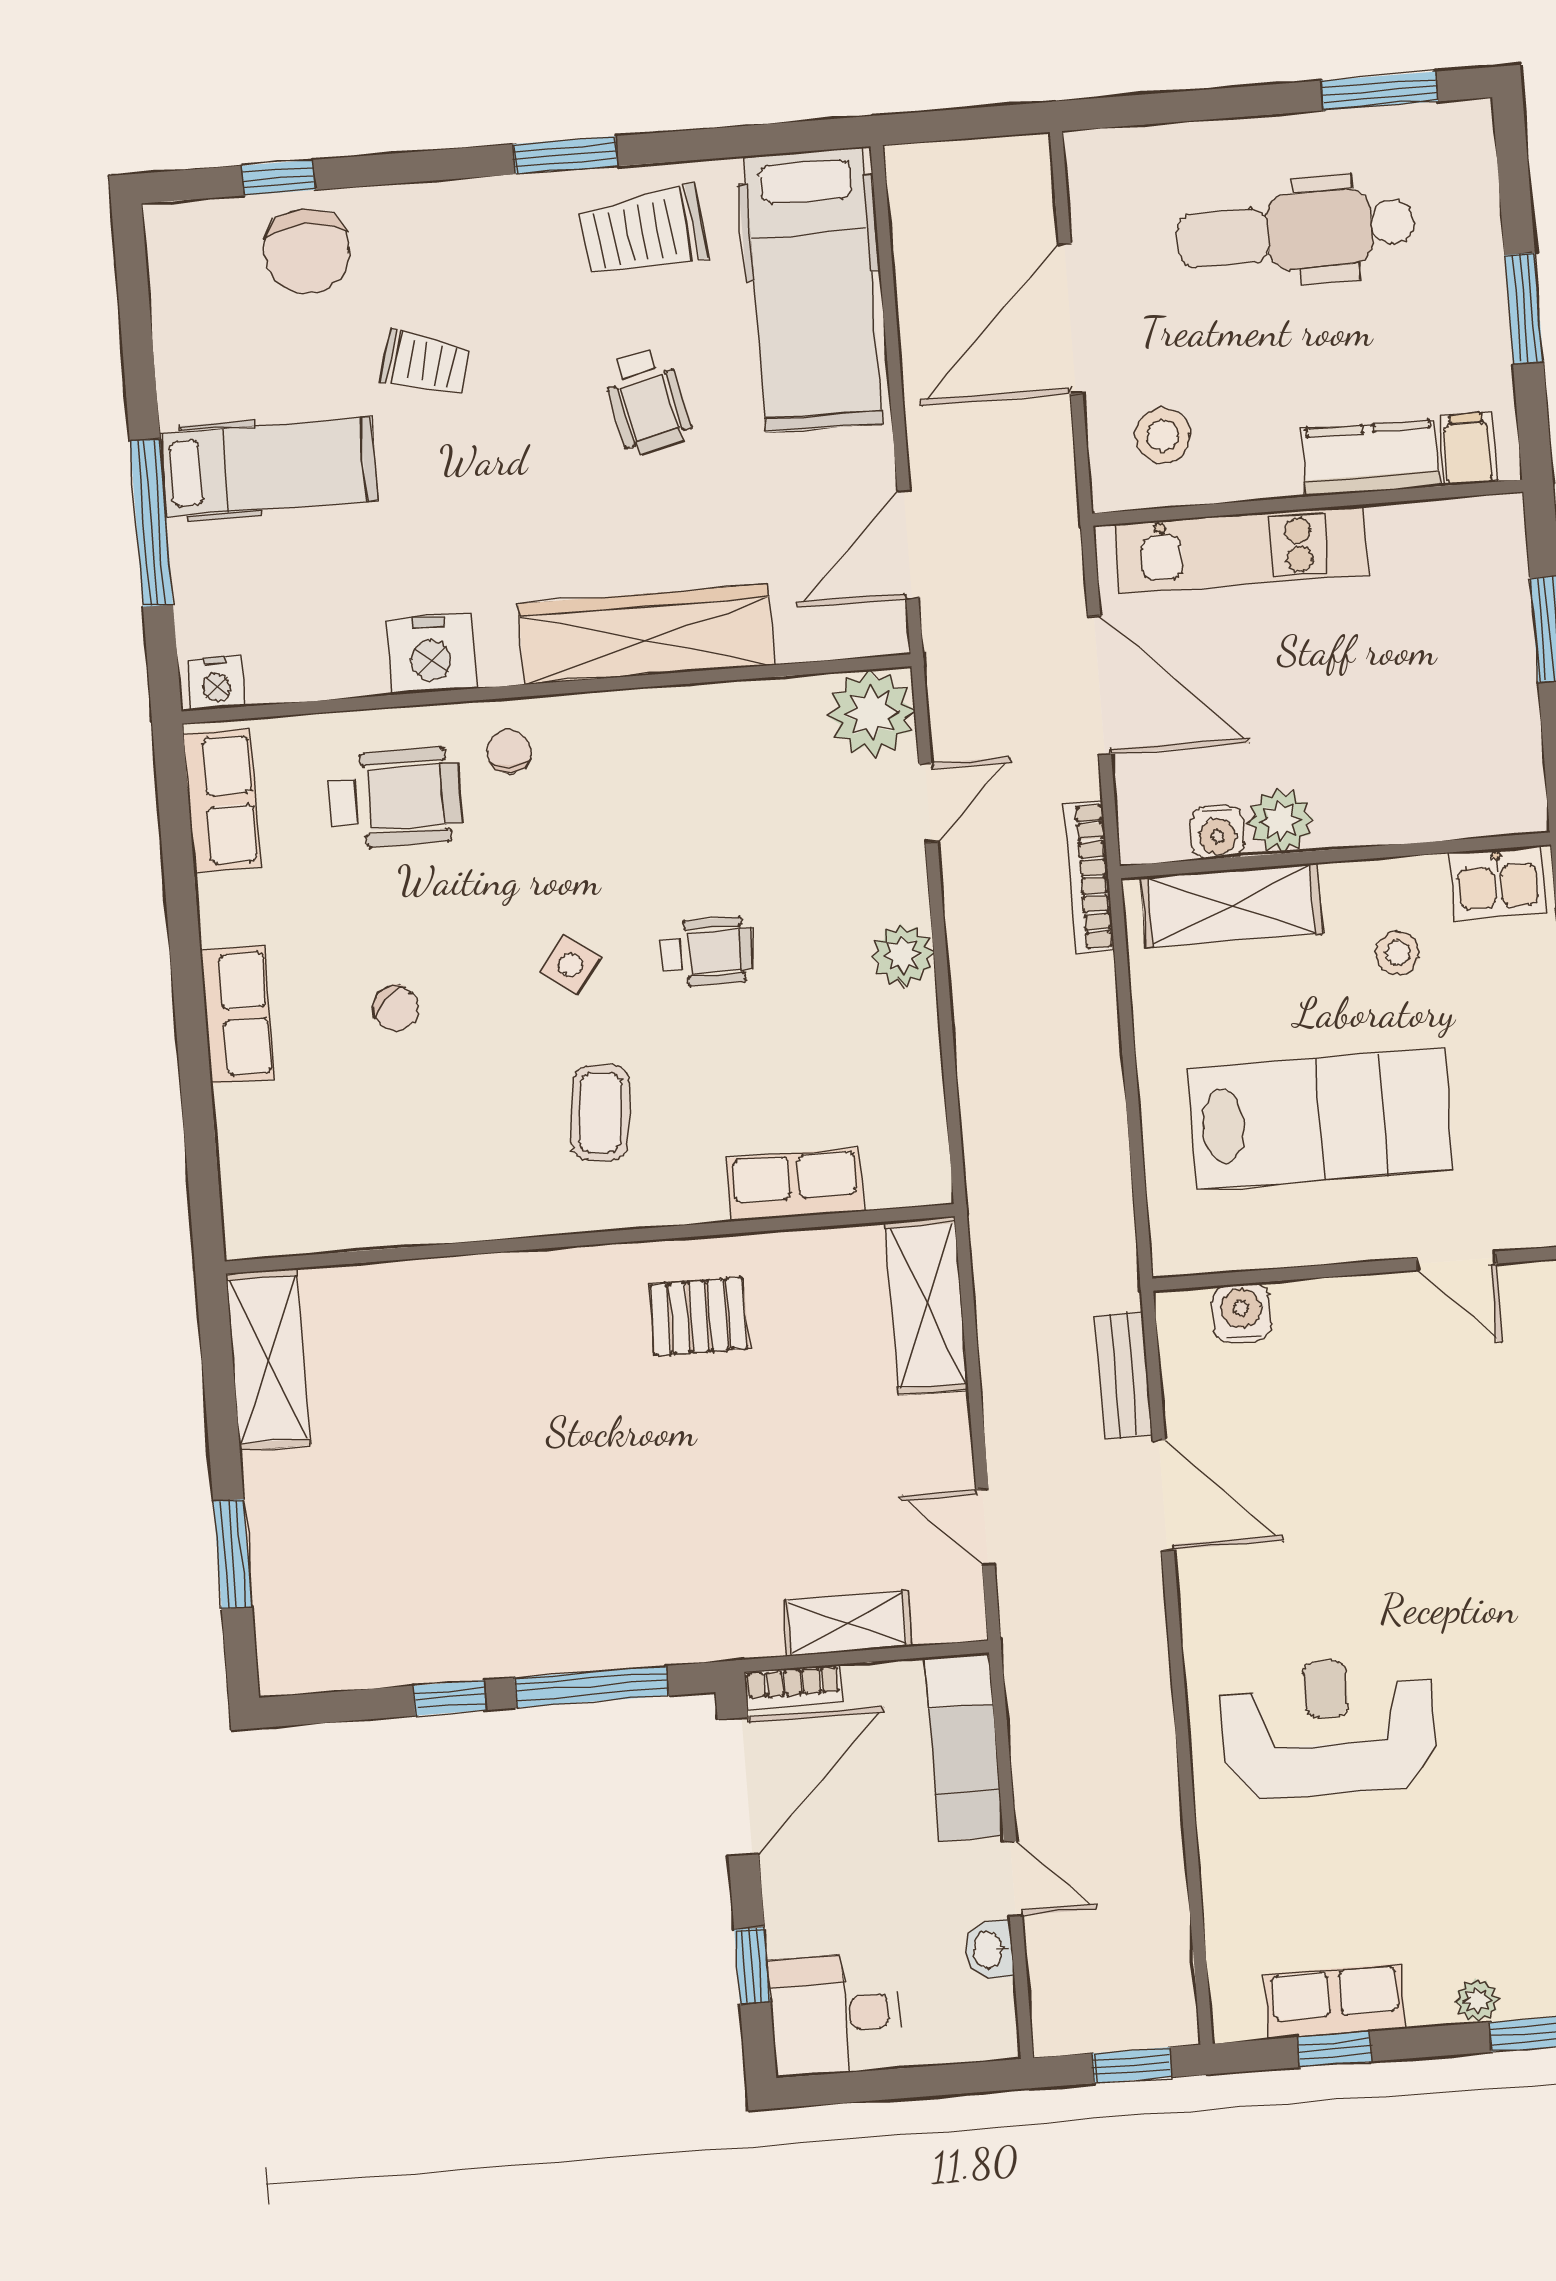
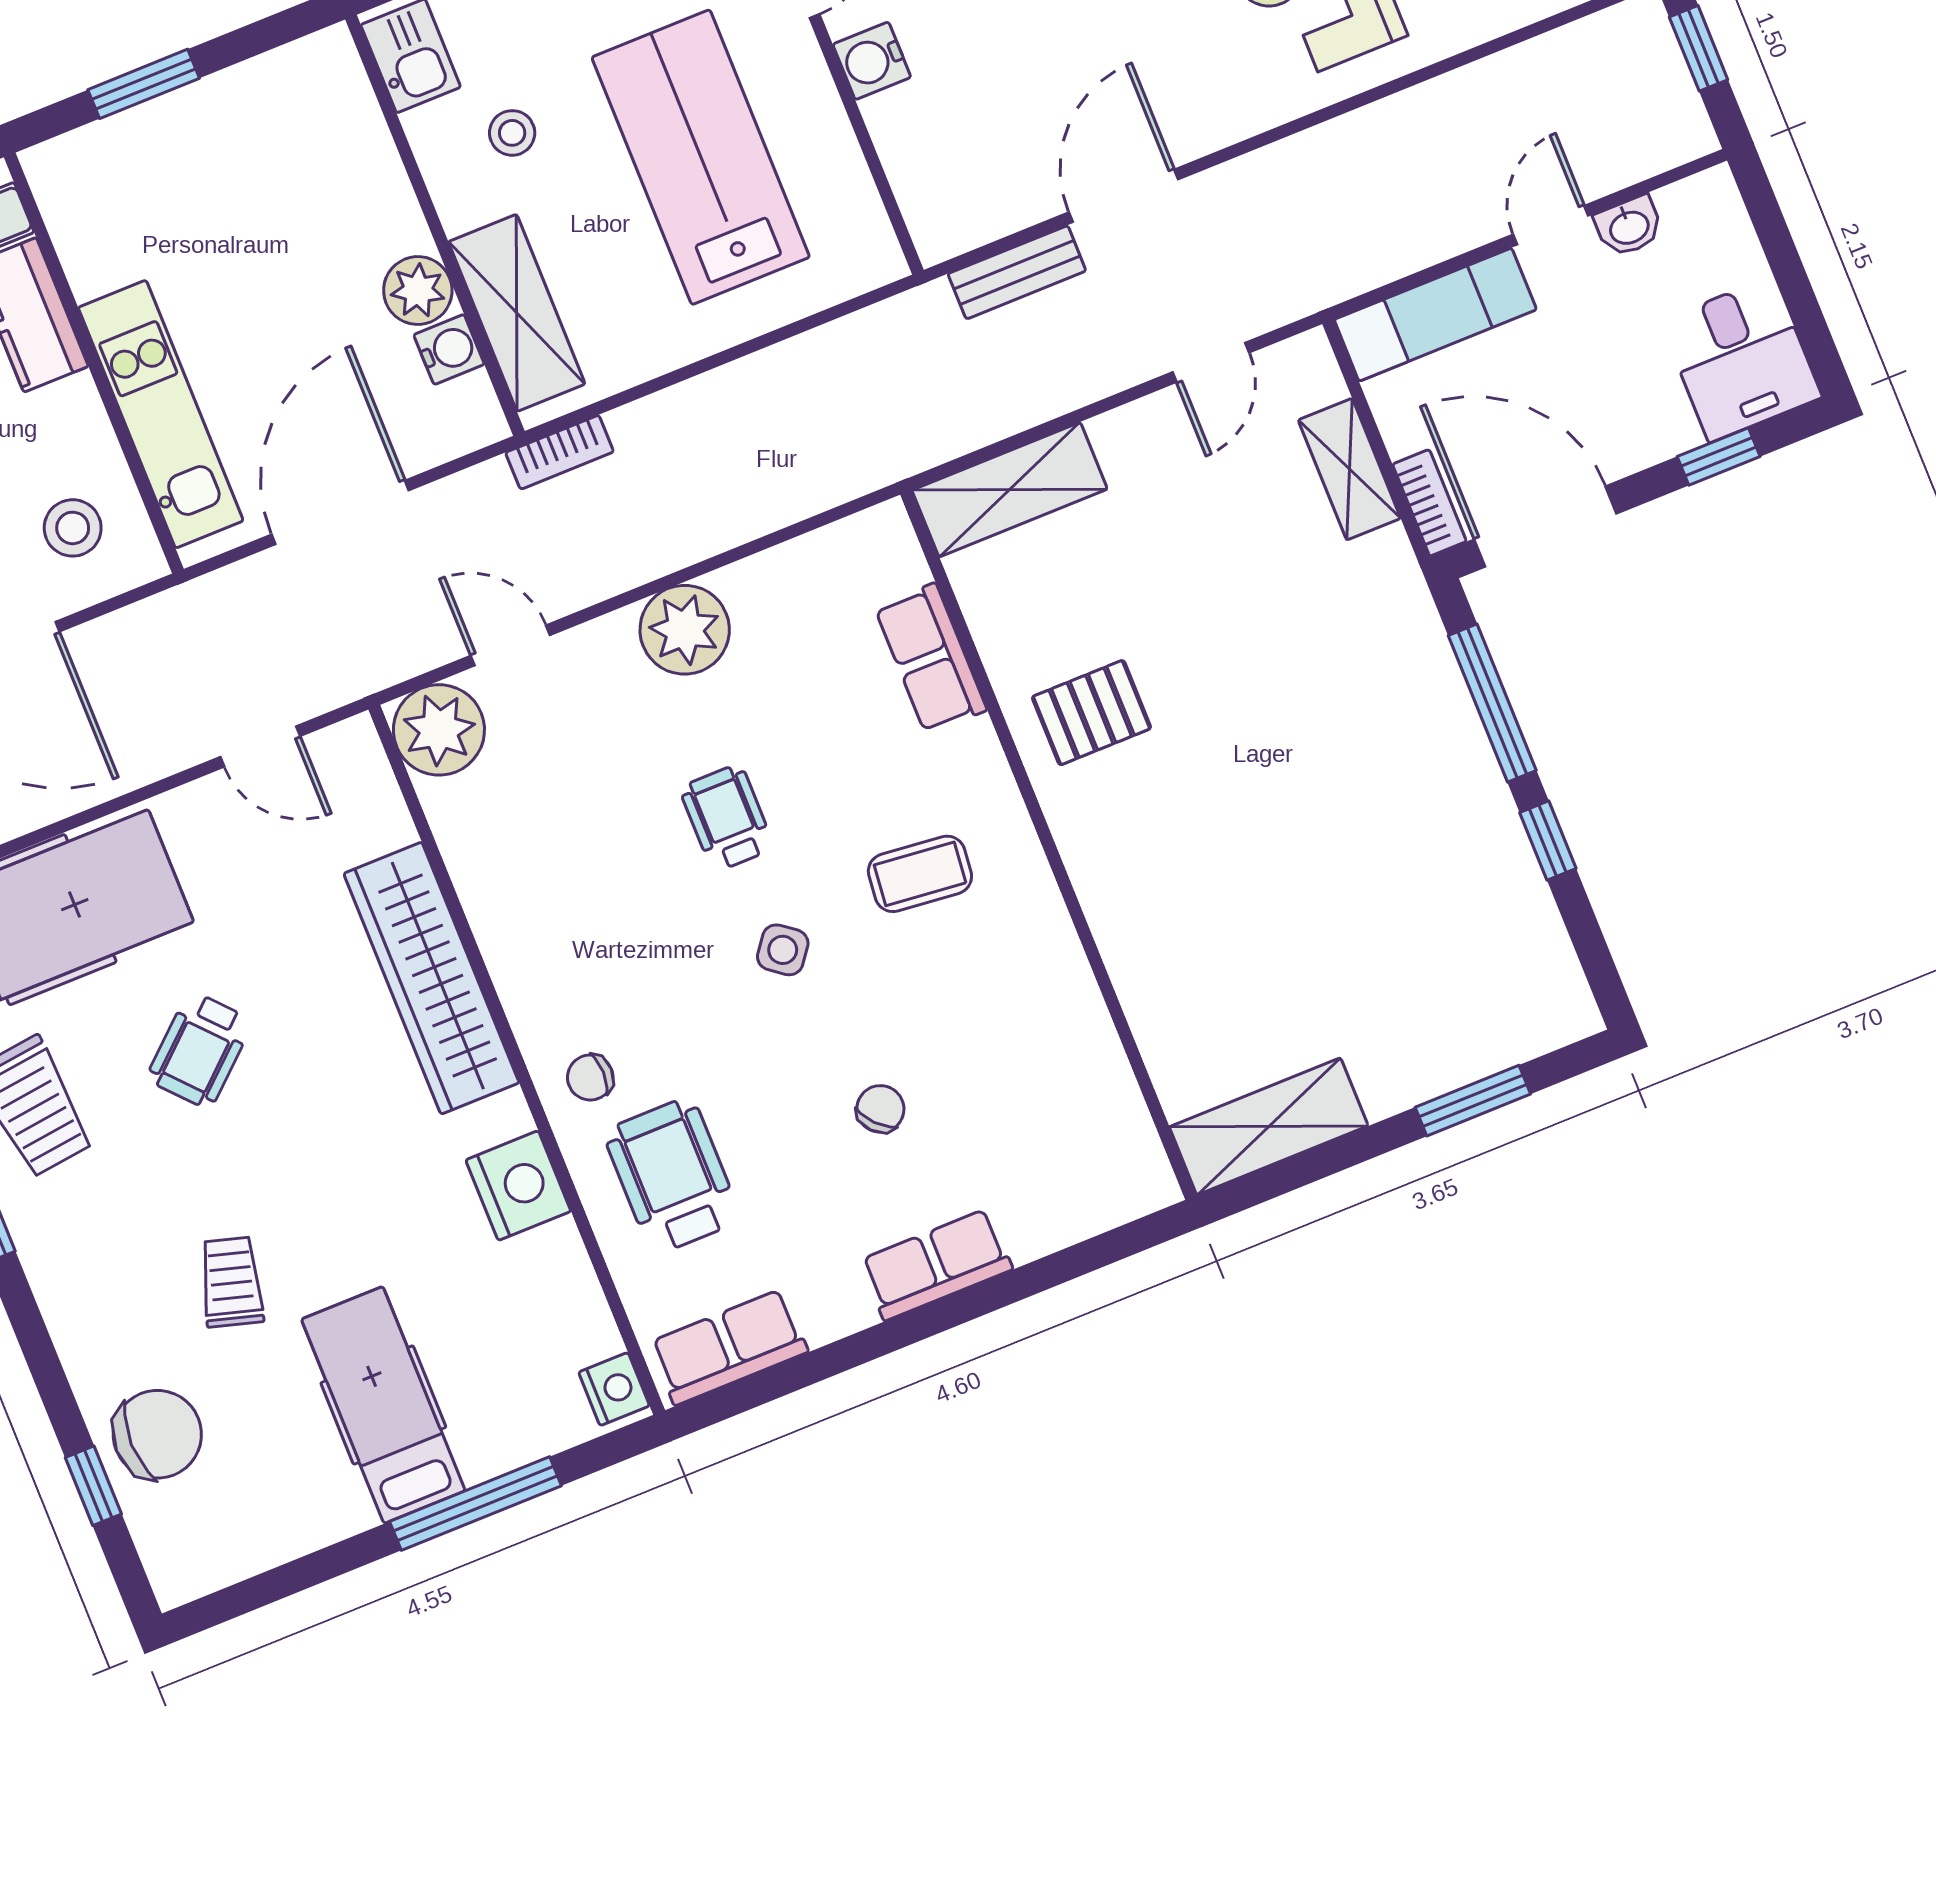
wheelchair: (647, 401) -> (200, 1050), turned 151
door: (908, 544) -> (260, 746), width x0.73
bookcase: (1089, 877) -> (560, 452), width x0.64
plant: (903, 955) -> (685, 630), width x1.36, depth x1.36
water cooler: (1242, 1313) -> (872, 61), moved
pallet: (699, 1316) -> (1092, 713), turned 90

